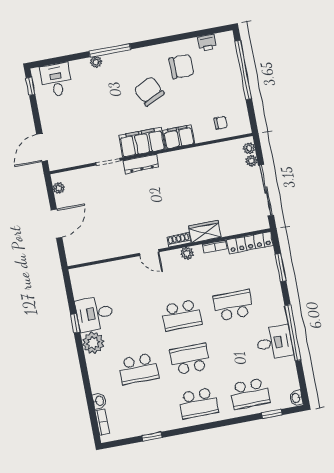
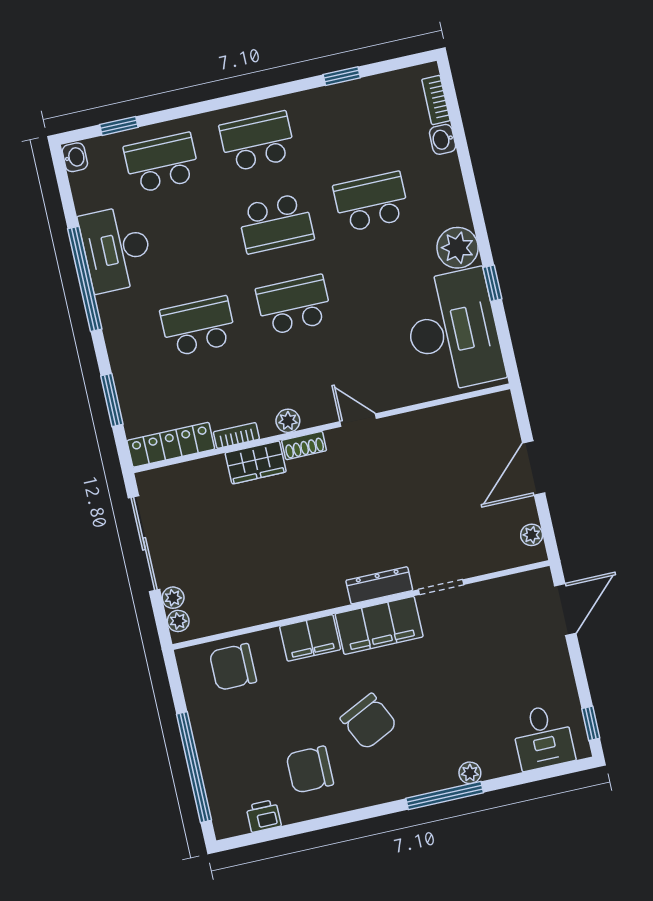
chair: (221, 123) -> (233, 667), width x1.87, depth x1.87
school desk: (233, 305) -> (198, 326), turned 180
desk: (94, 313) -> (453, 331), width x1.87, depth x1.30
desk: (274, 342) -> (116, 249), width x1.37

